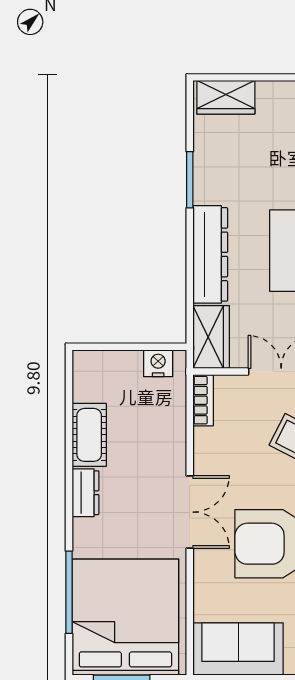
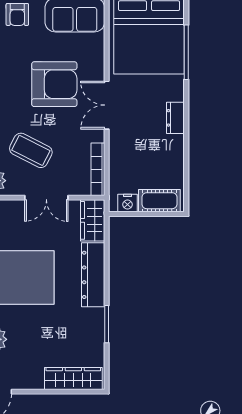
wardrobe: (226, 97) -> (73, 378), width x1.50
bookcase: (203, 400) -> (98, 169), width x1.56
cot: (89, 435) -> (159, 201), moved, turned 90

